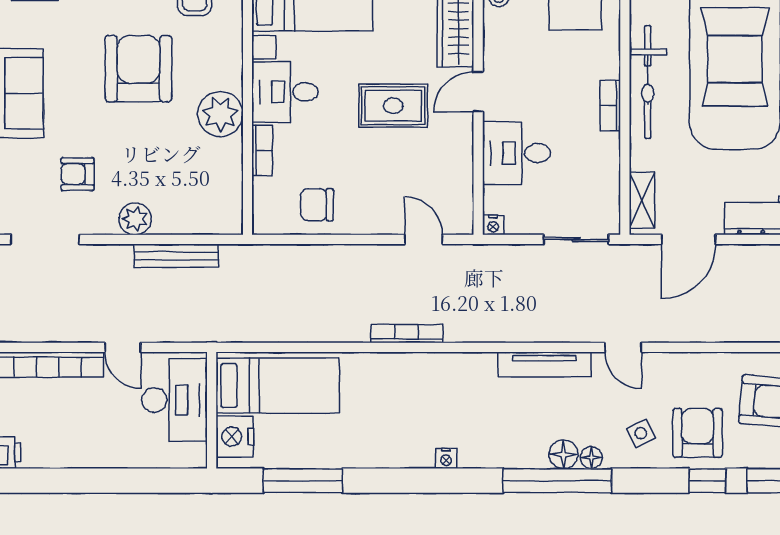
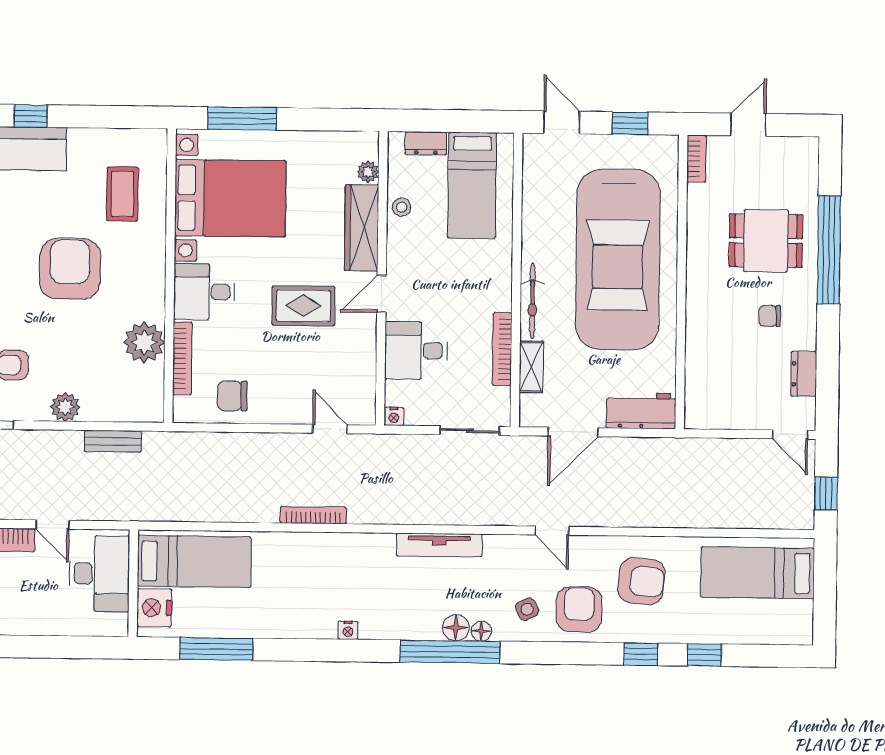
bicycle: (648, 82) -> (532, 301), width x0.73, depth x0.71
bookcase: (610, 106) -> (502, 349), moved, width x1.56
plant: (220, 114) -> (144, 342), moved
bookcase: (262, 150) -> (182, 358), width x1.56
shelving: (642, 200) -> (531, 367), moved
bench: (176, 256) -> (113, 441), width x0.73
door: (623, 347) -> (552, 531), moved
window: (707, 481) -> (587, 653), removed

